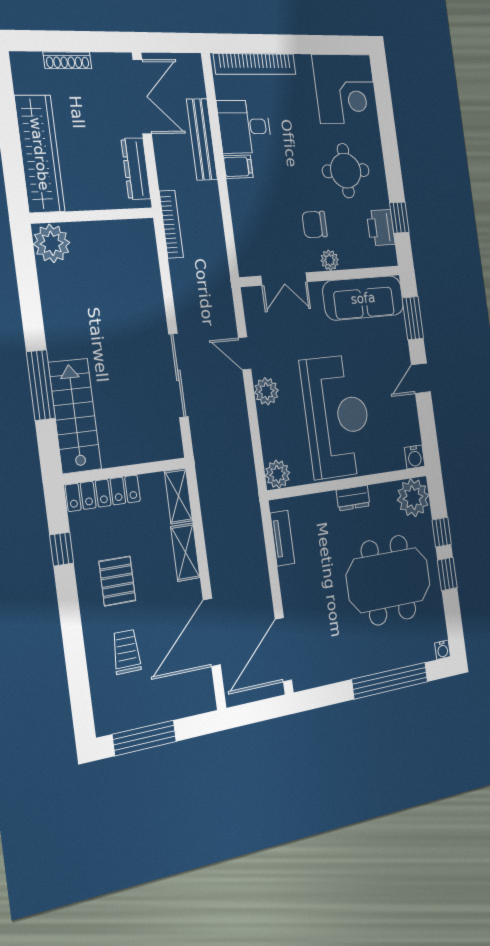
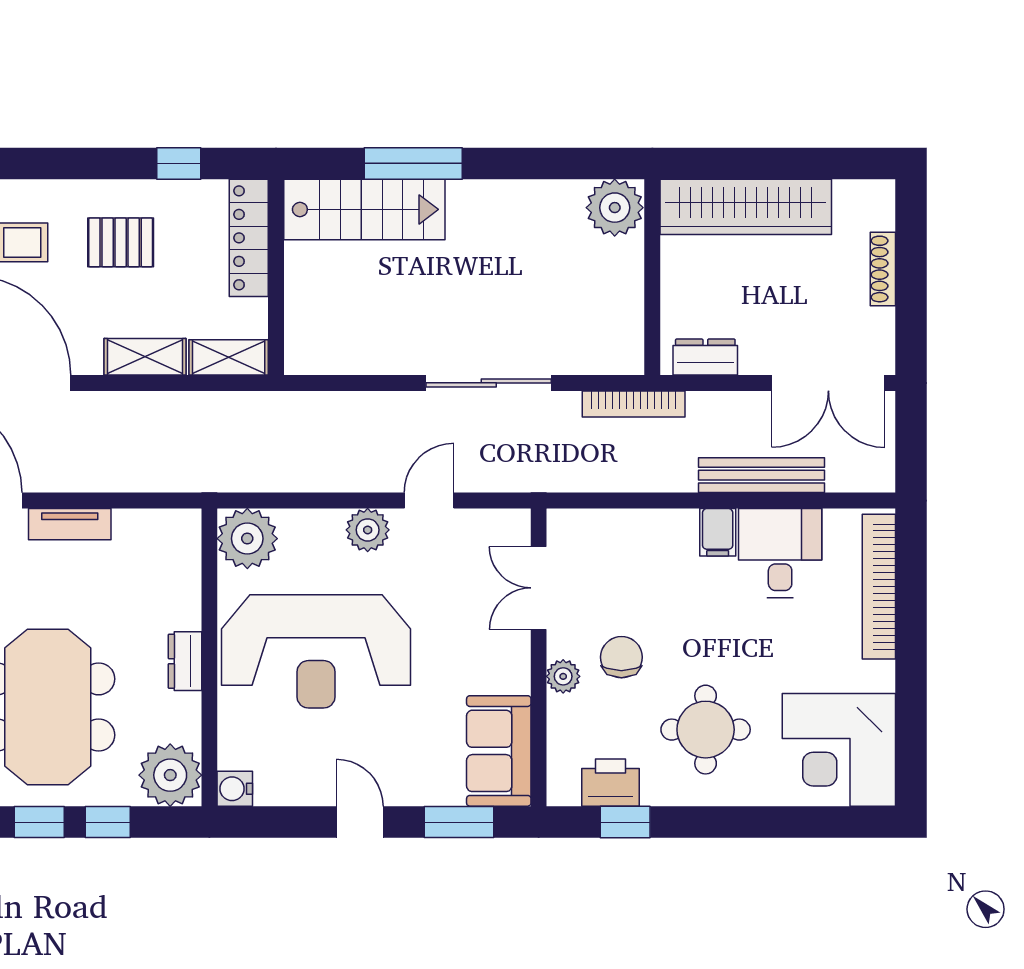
dresser: (136, 169) -> (705, 357), width x0.70
sofa: (363, 298) -> (499, 751), width x0.73
sliding door: (178, 375) -> (489, 383), moved
plant: (278, 474) -> (247, 539), width x1.36, depth x1.36
tv unit: (282, 538) -> (70, 524), moved

